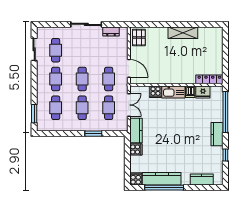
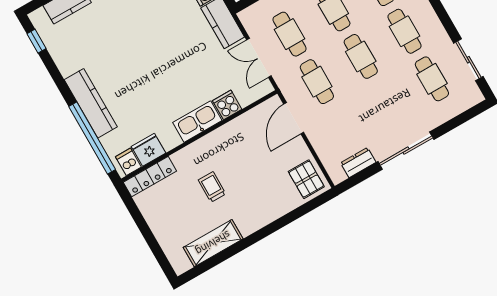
shelving: (183, 33) -> (213, 243), moved
trolley: (184, 59) -> (212, 187), added
door: (129, 68) -> (294, 118), hinge flipped
dishwasher: (190, 92) -> (128, 162), moved
kitchen counter: (217, 134) -> (91, 103), width x1.50
window: (225, 155) -> (36, 41), moved

